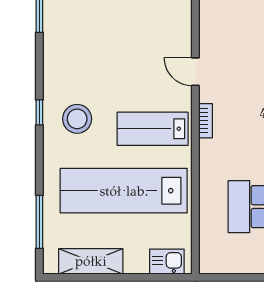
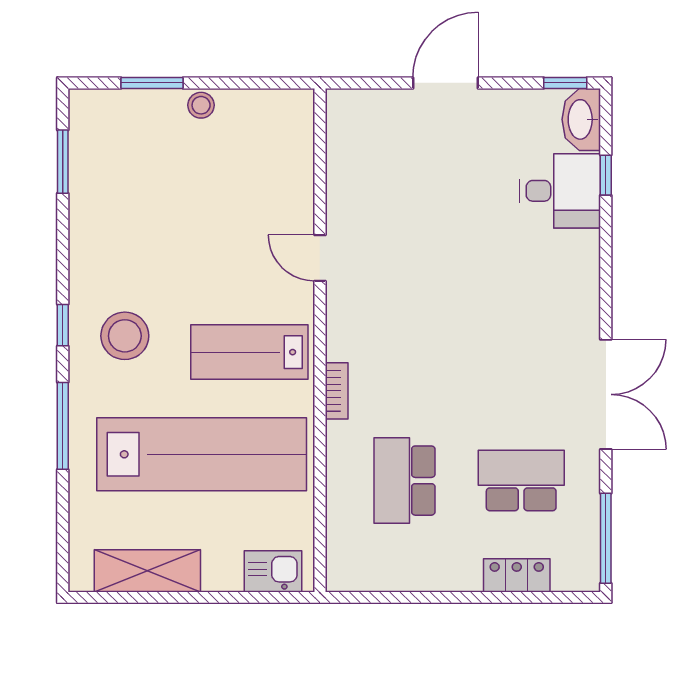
bookcase: (205, 121) -> (337, 391), moved
lab bench: (124, 191) -> (202, 454), turned 180
window: (39, 222) -> (63, 426), moved

